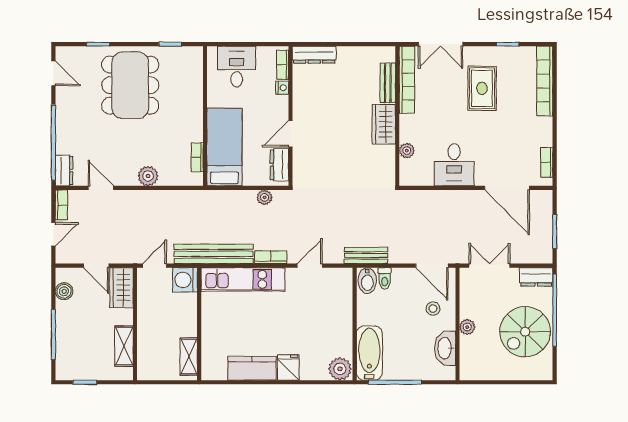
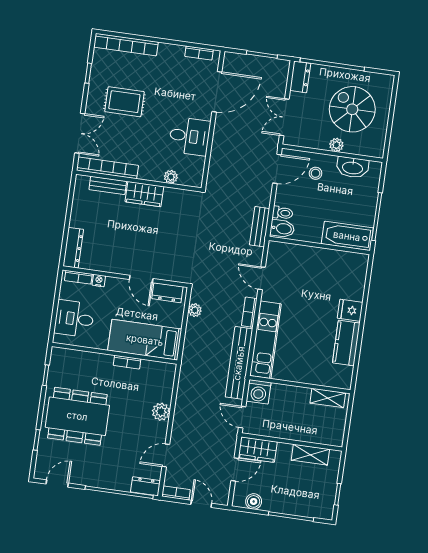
bookcase: (197, 157) -> (127, 362), moved
spiral stairs: (525, 332) -> (352, 109), moved, turned 180
plant: (340, 369) -> (358, 264), removed

